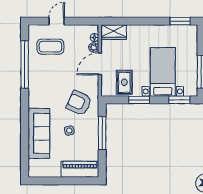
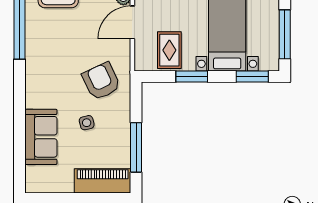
armchair: (79, 103) -> (101, 81), turned 41
sofa: (39, 133) -> (41, 137), width x0.73
window: (102, 133) -> (136, 147), moved

